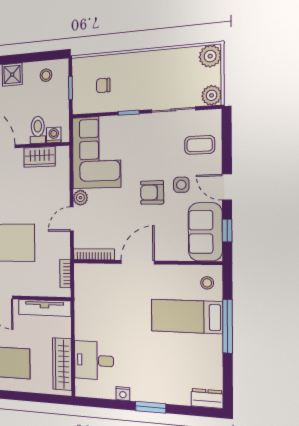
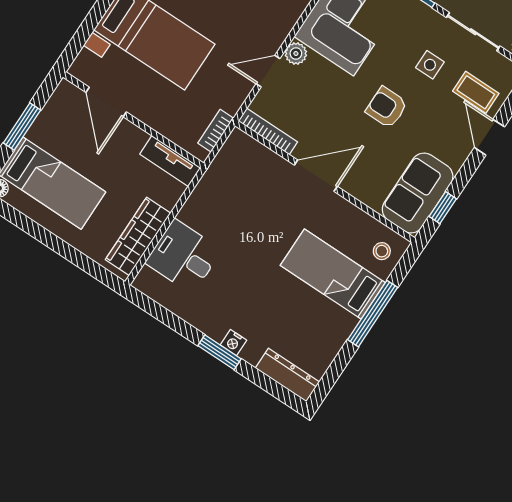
side table: (181, 185) -> (430, 65), moved
door: (227, 187) -> (489, 137), moved
tv unit: (45, 308) -> (170, 161), width x0.71
nightstand: (123, 394) -> (233, 343), moved
dresser: (207, 398) -> (287, 375), width x1.44

